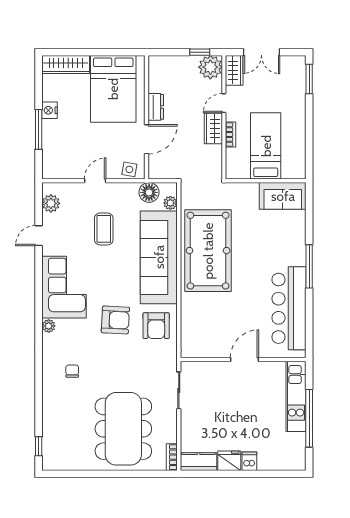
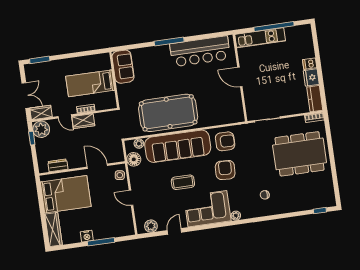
dresser: (156, 107) -> (58, 165), moved
coffee table: (104, 229) -> (183, 182), moved
door: (39, 236) -> (174, 231), swing flipped

